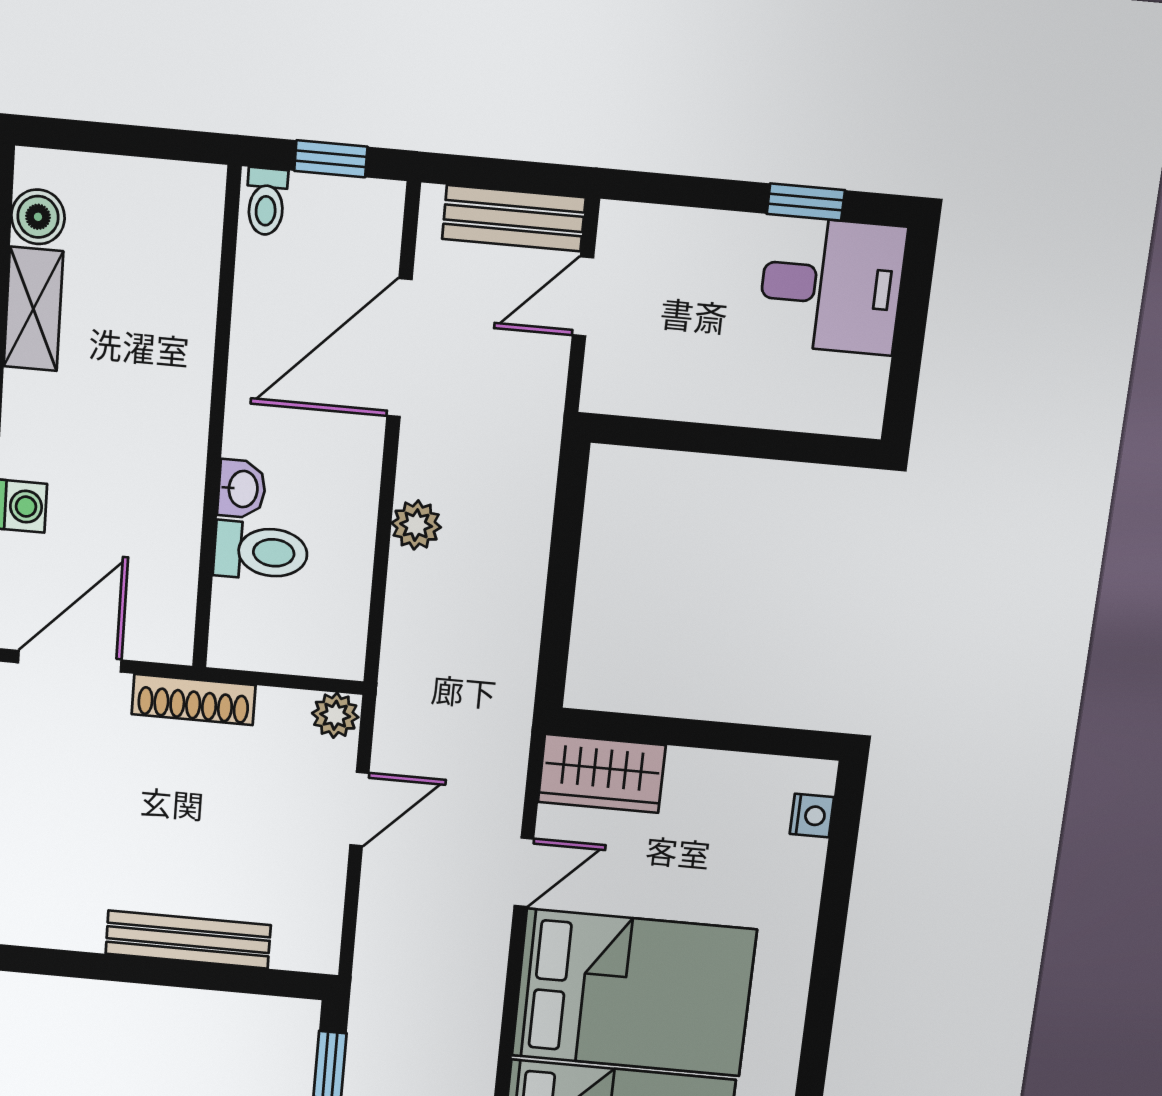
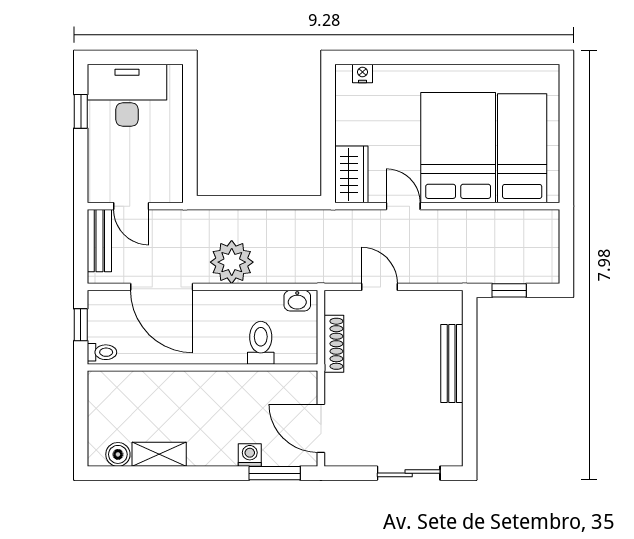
desk: (832, 285) -> (127, 95), width x1.37
washbasin: (242, 489) -> (297, 301), moved, turned 180
plant: (416, 525) -> (232, 262), width x1.87, depth x1.87
shoe rack: (194, 700) -> (334, 344), moved
plant: (335, 715) -> (335, 302), removed

